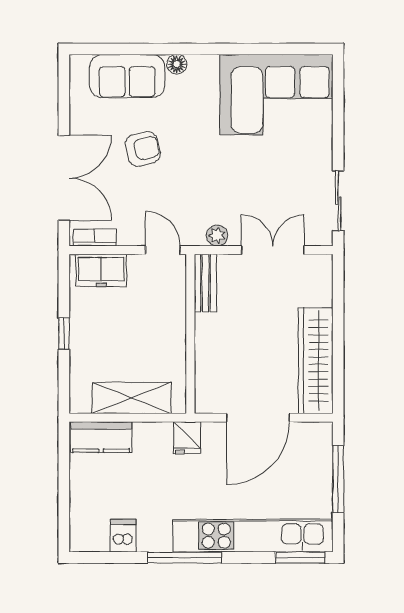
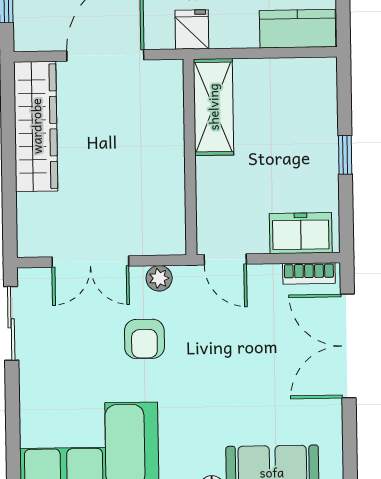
armchair: (143, 149) -> (144, 339), moved, turned -76
bench: (205, 283) -> (172, 220), removed
shelving: (132, 398) -> (213, 107), moved, turned 90

